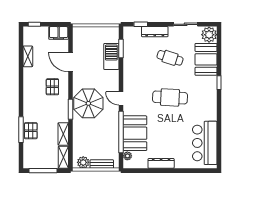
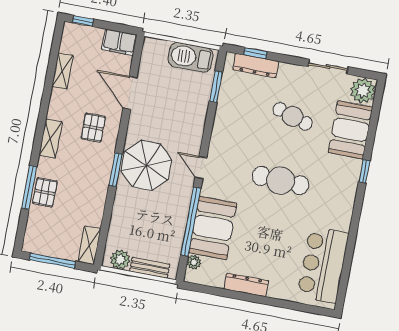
dresser: (155, 32) -> (256, 65), moved
barbecue: (111, 56) -> (190, 57), moved, turned -90
shelving: (63, 134) -> (51, 139), moved

